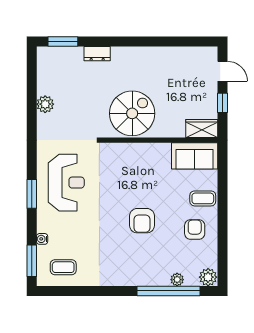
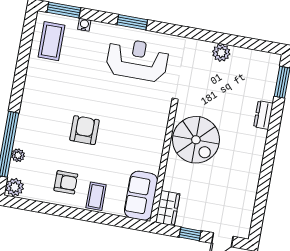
reception desk: (66, 183) -> (137, 60), turned 180
armchair: (142, 221) -> (85, 130), turned 90
coffee table: (63, 267) -> (51, 41), width x1.36, depth x1.30

